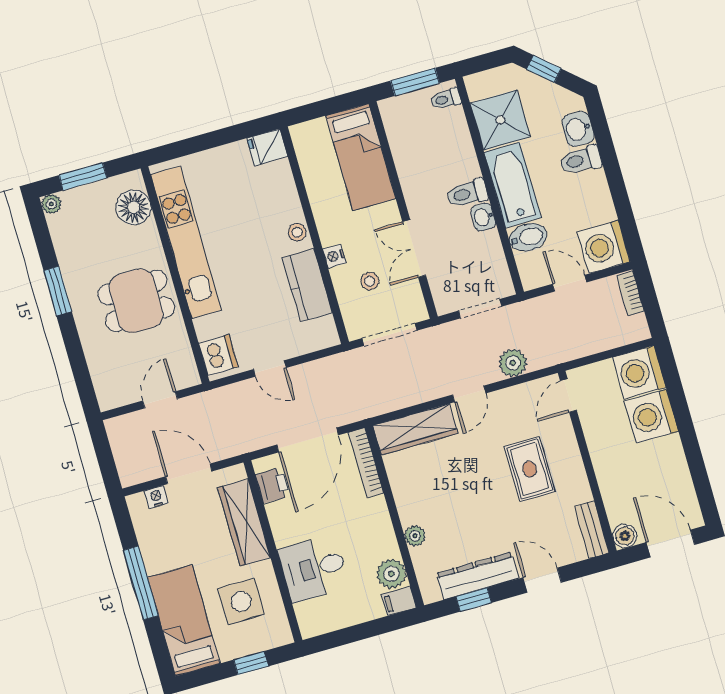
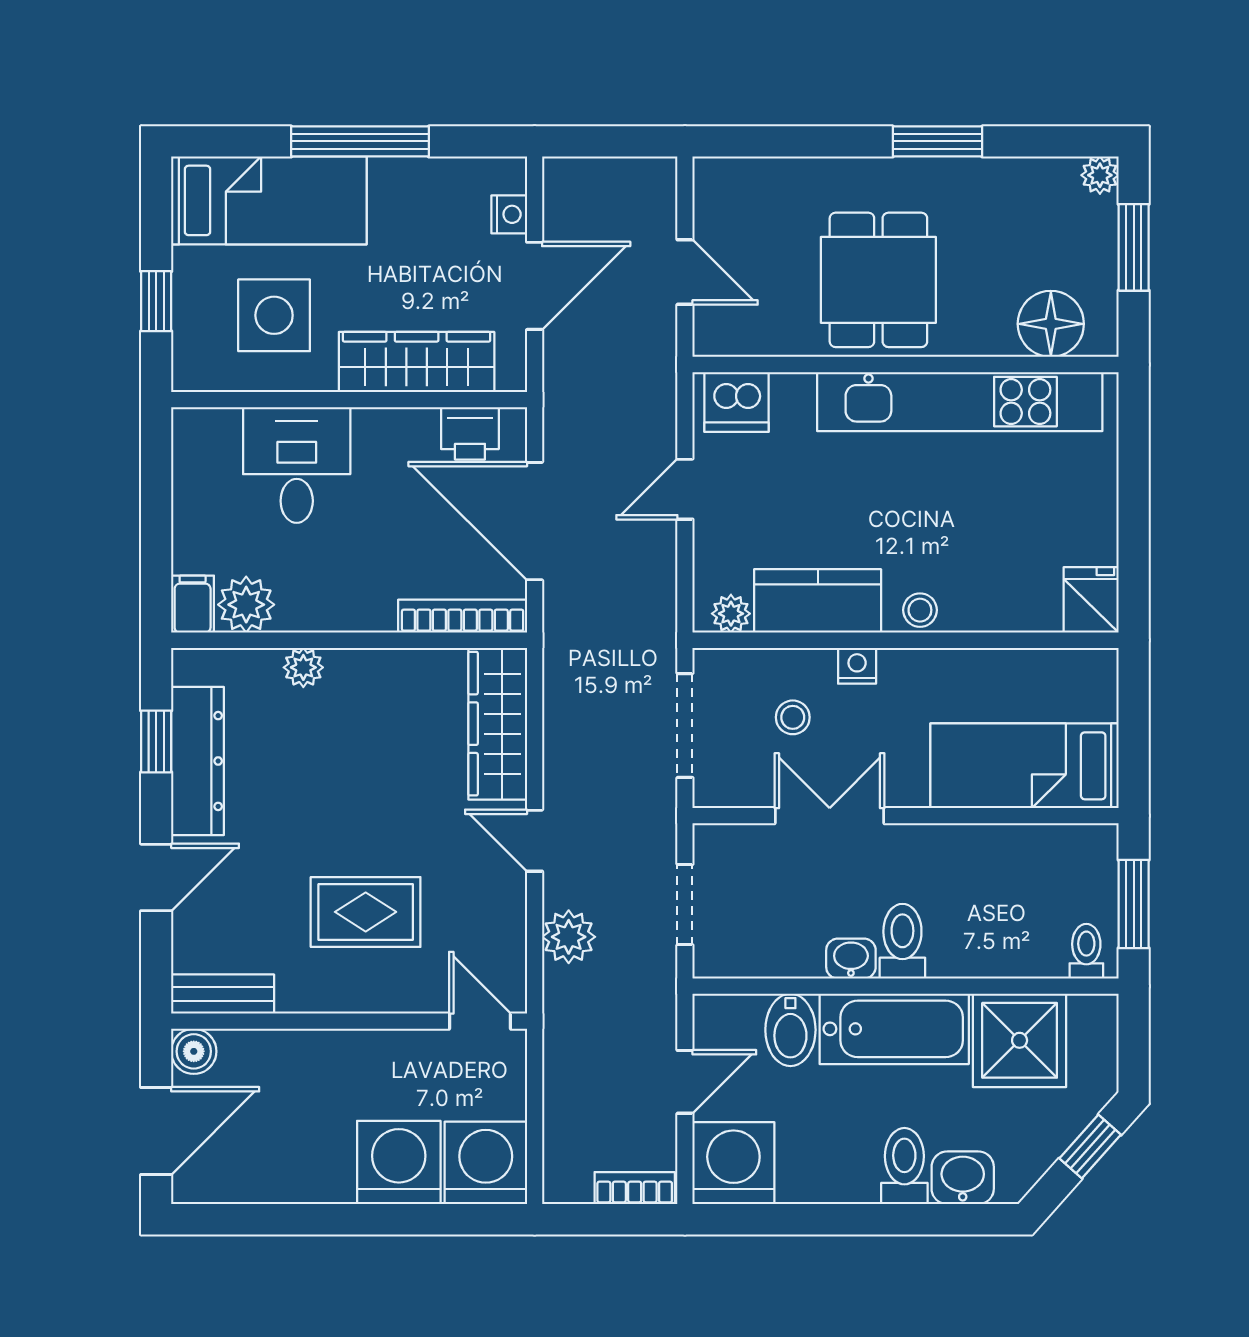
plant: (326, 327) -> (731, 614), added

